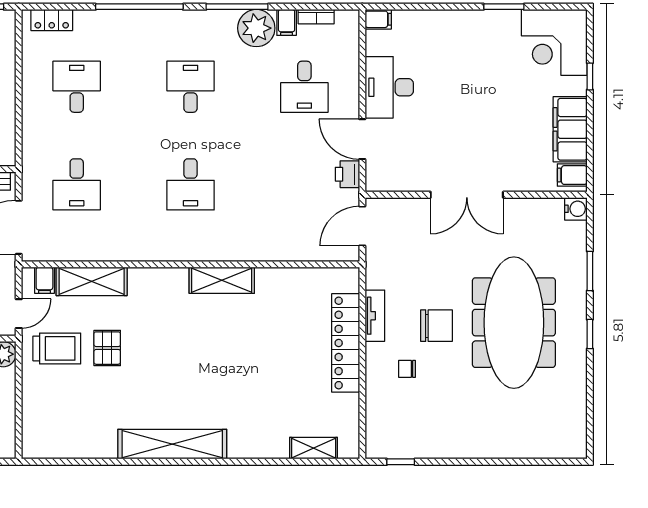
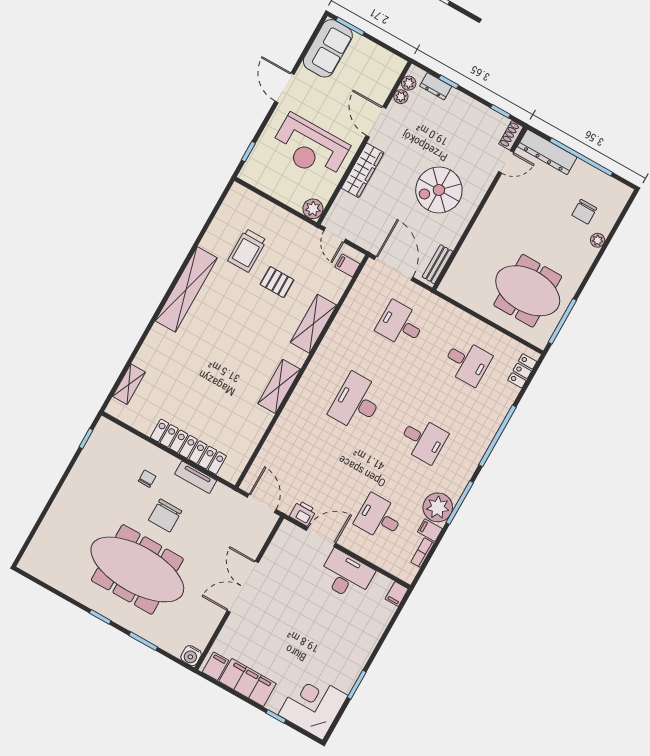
desk: (191, 184) -> (357, 402), width x1.37
shelving: (92, 281) -> (313, 324), moved
trolley: (57, 348) -> (247, 250), moved

